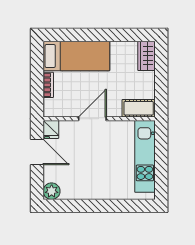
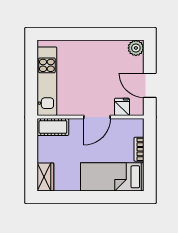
fridge: (51, 129) -> (122, 107), moved

